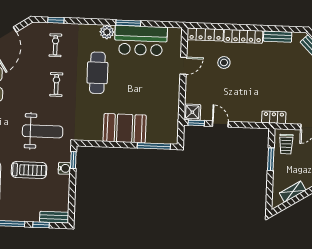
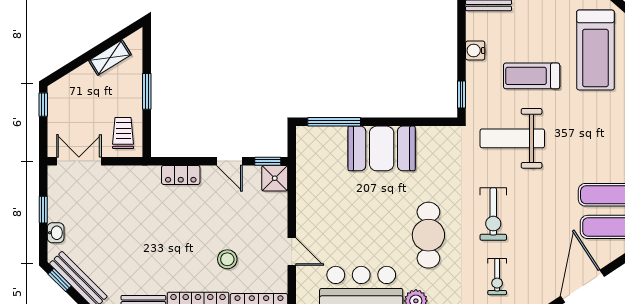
door: (183, 66) -> (292, 252), swing flipped
exercise bike: (56, 84) -> (493, 214), width x1.38, depth x1.39
locker: (274, 117) -> (181, 175), moved
window: (271, 159) -> (147, 91), moved
water cooler: (64, 168) -> (475, 50), moved

